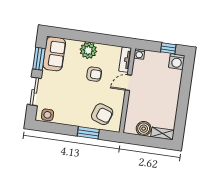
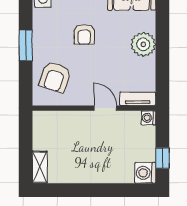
armchair: (94, 74) -> (84, 34), moved
boiler: (144, 129) -> (43, 139), removed
window: (88, 133) -> (26, 45), moved

